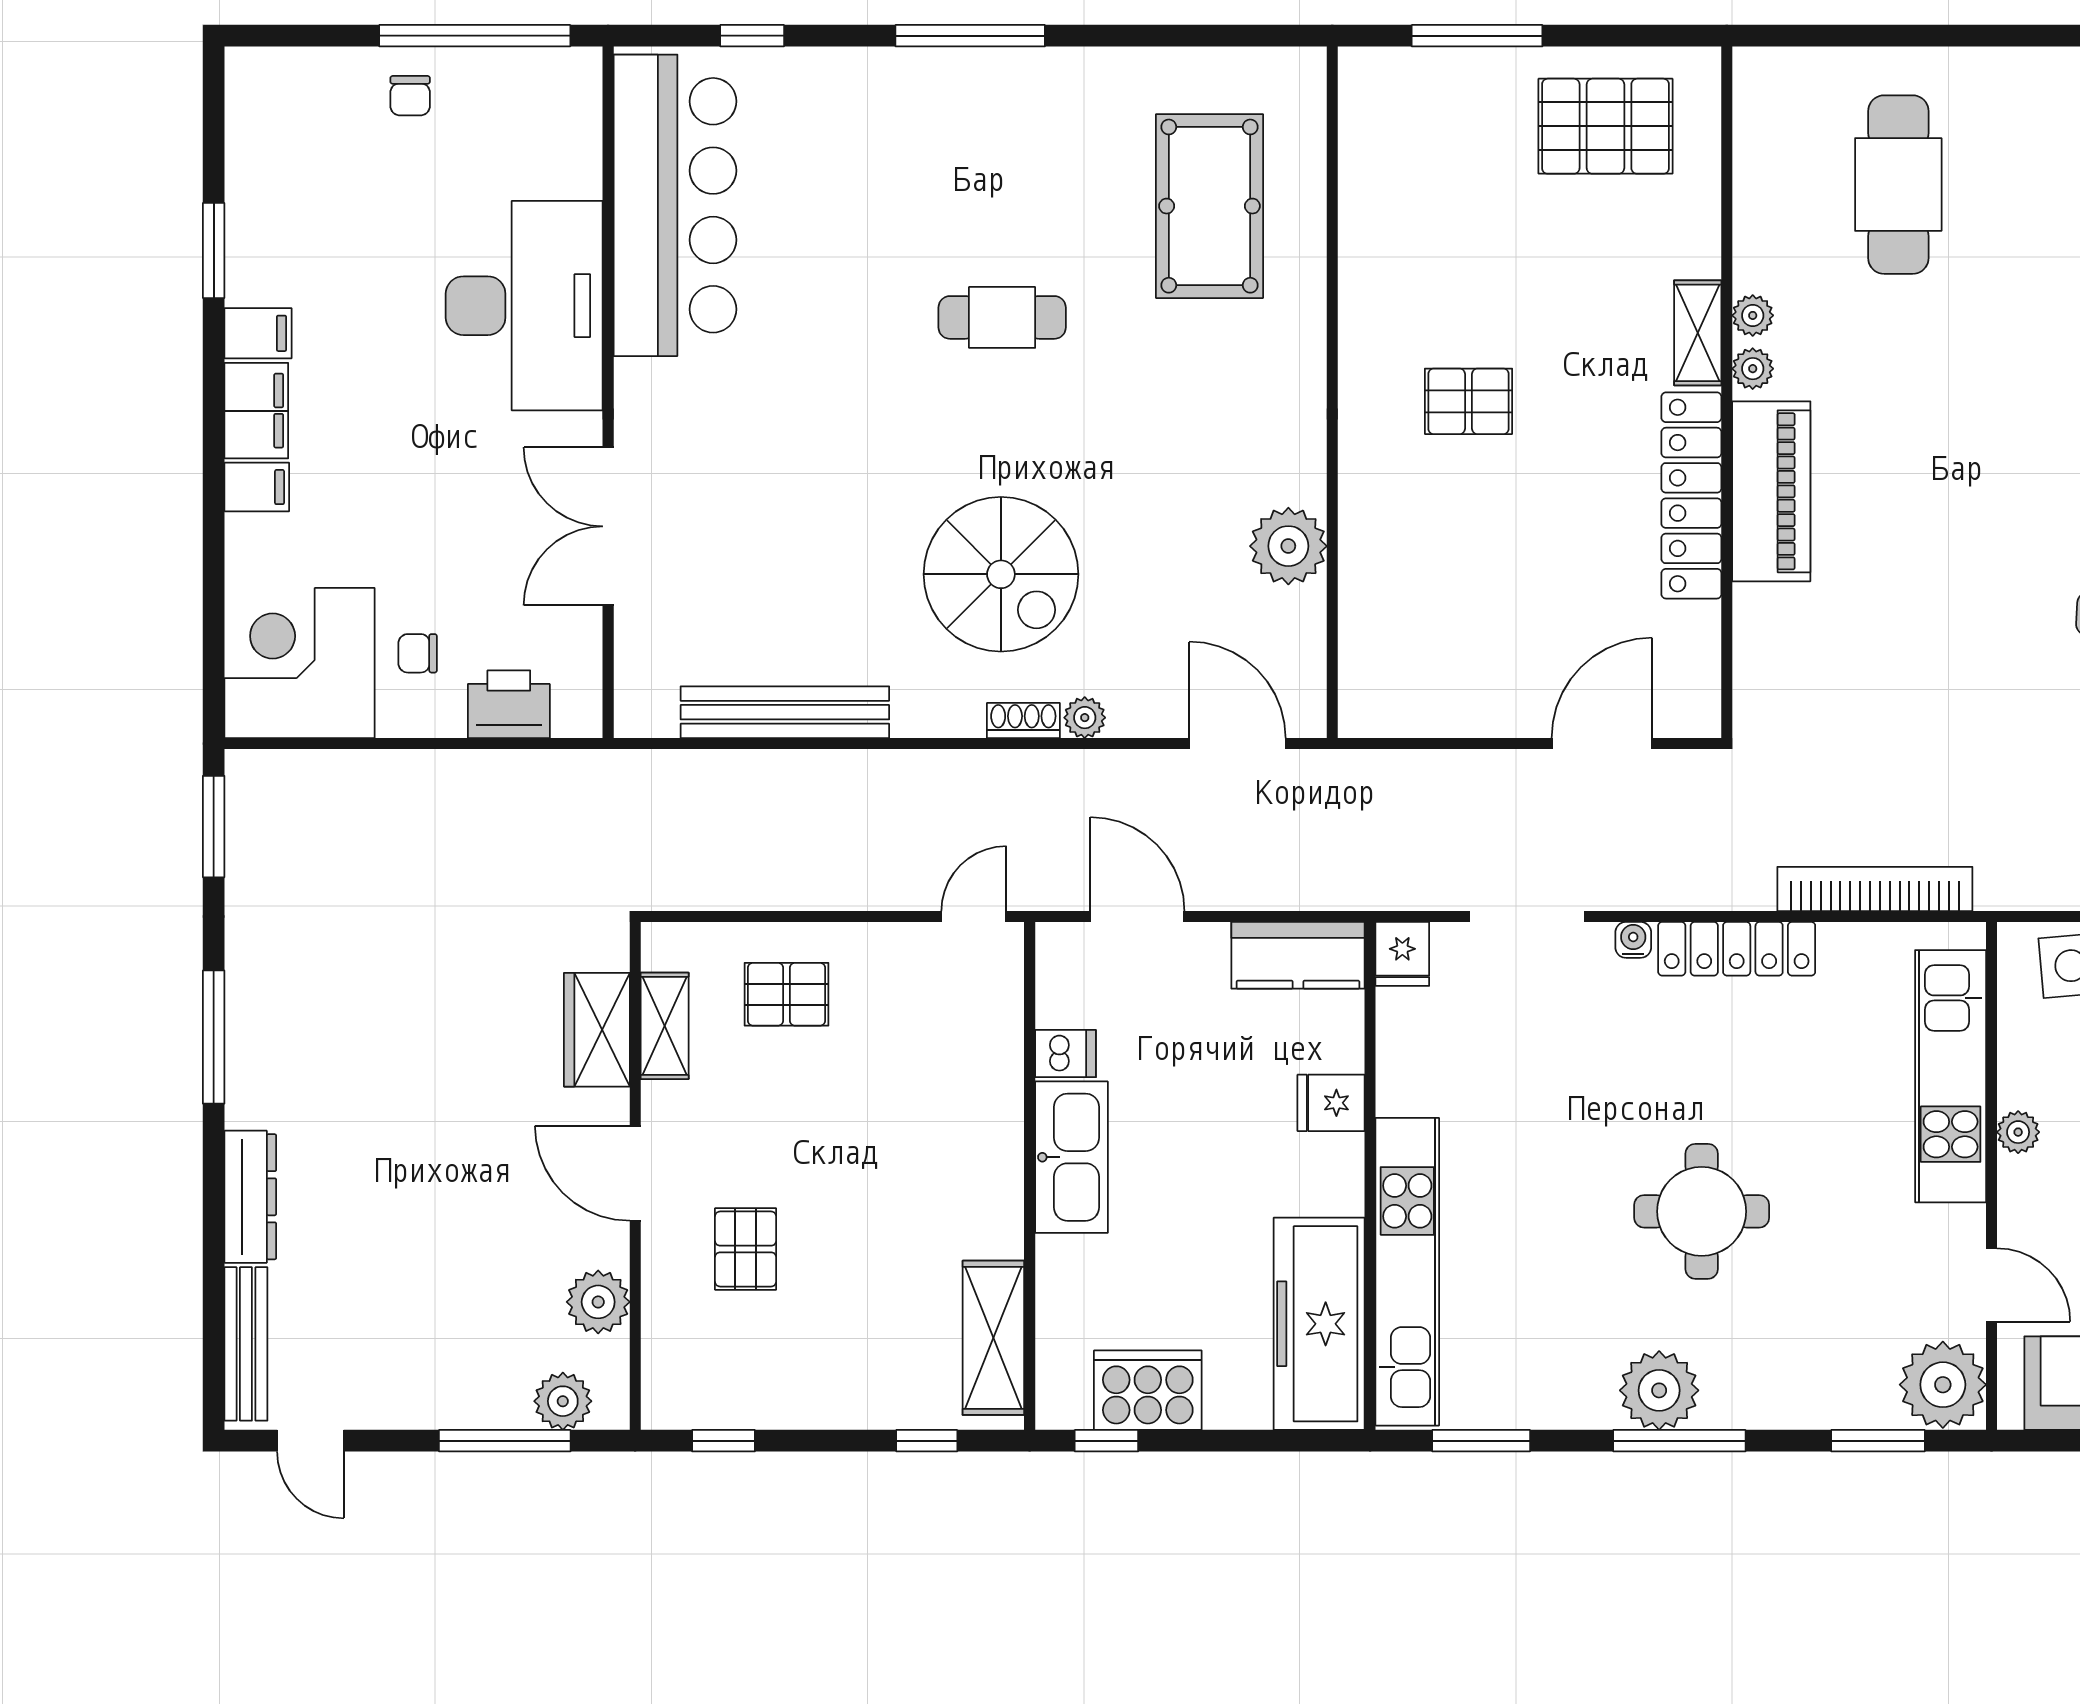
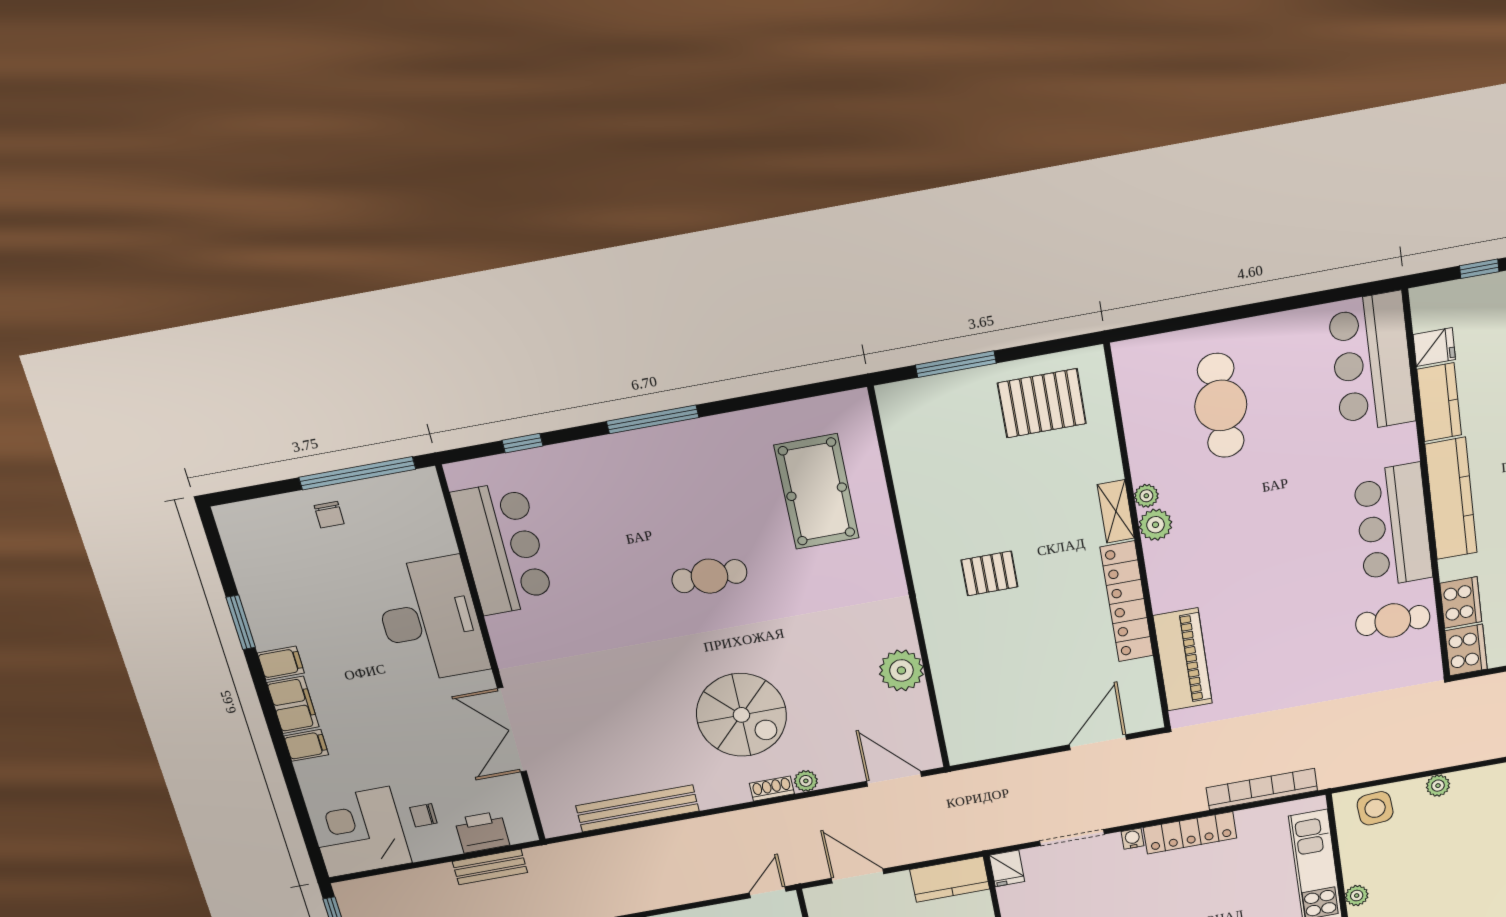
bar counter: (675, 205) -> (503, 548), width x0.73
plant: (1753, 369) -> (1155, 525), width x1.38, depth x1.38
piano: (1771, 491) -> (1183, 660), moved
bench: (505, 773) -> (490, 867), added

